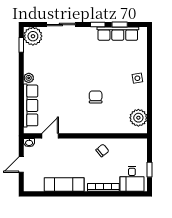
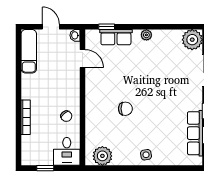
window: (21, 45) -> (107, 27), moved
row of seats: (31, 105) -> (116, 37), width x0.68
desk: (132, 179) -> (67, 151), moved, turned -90
exam couch: (64, 185) -> (29, 51), moved

